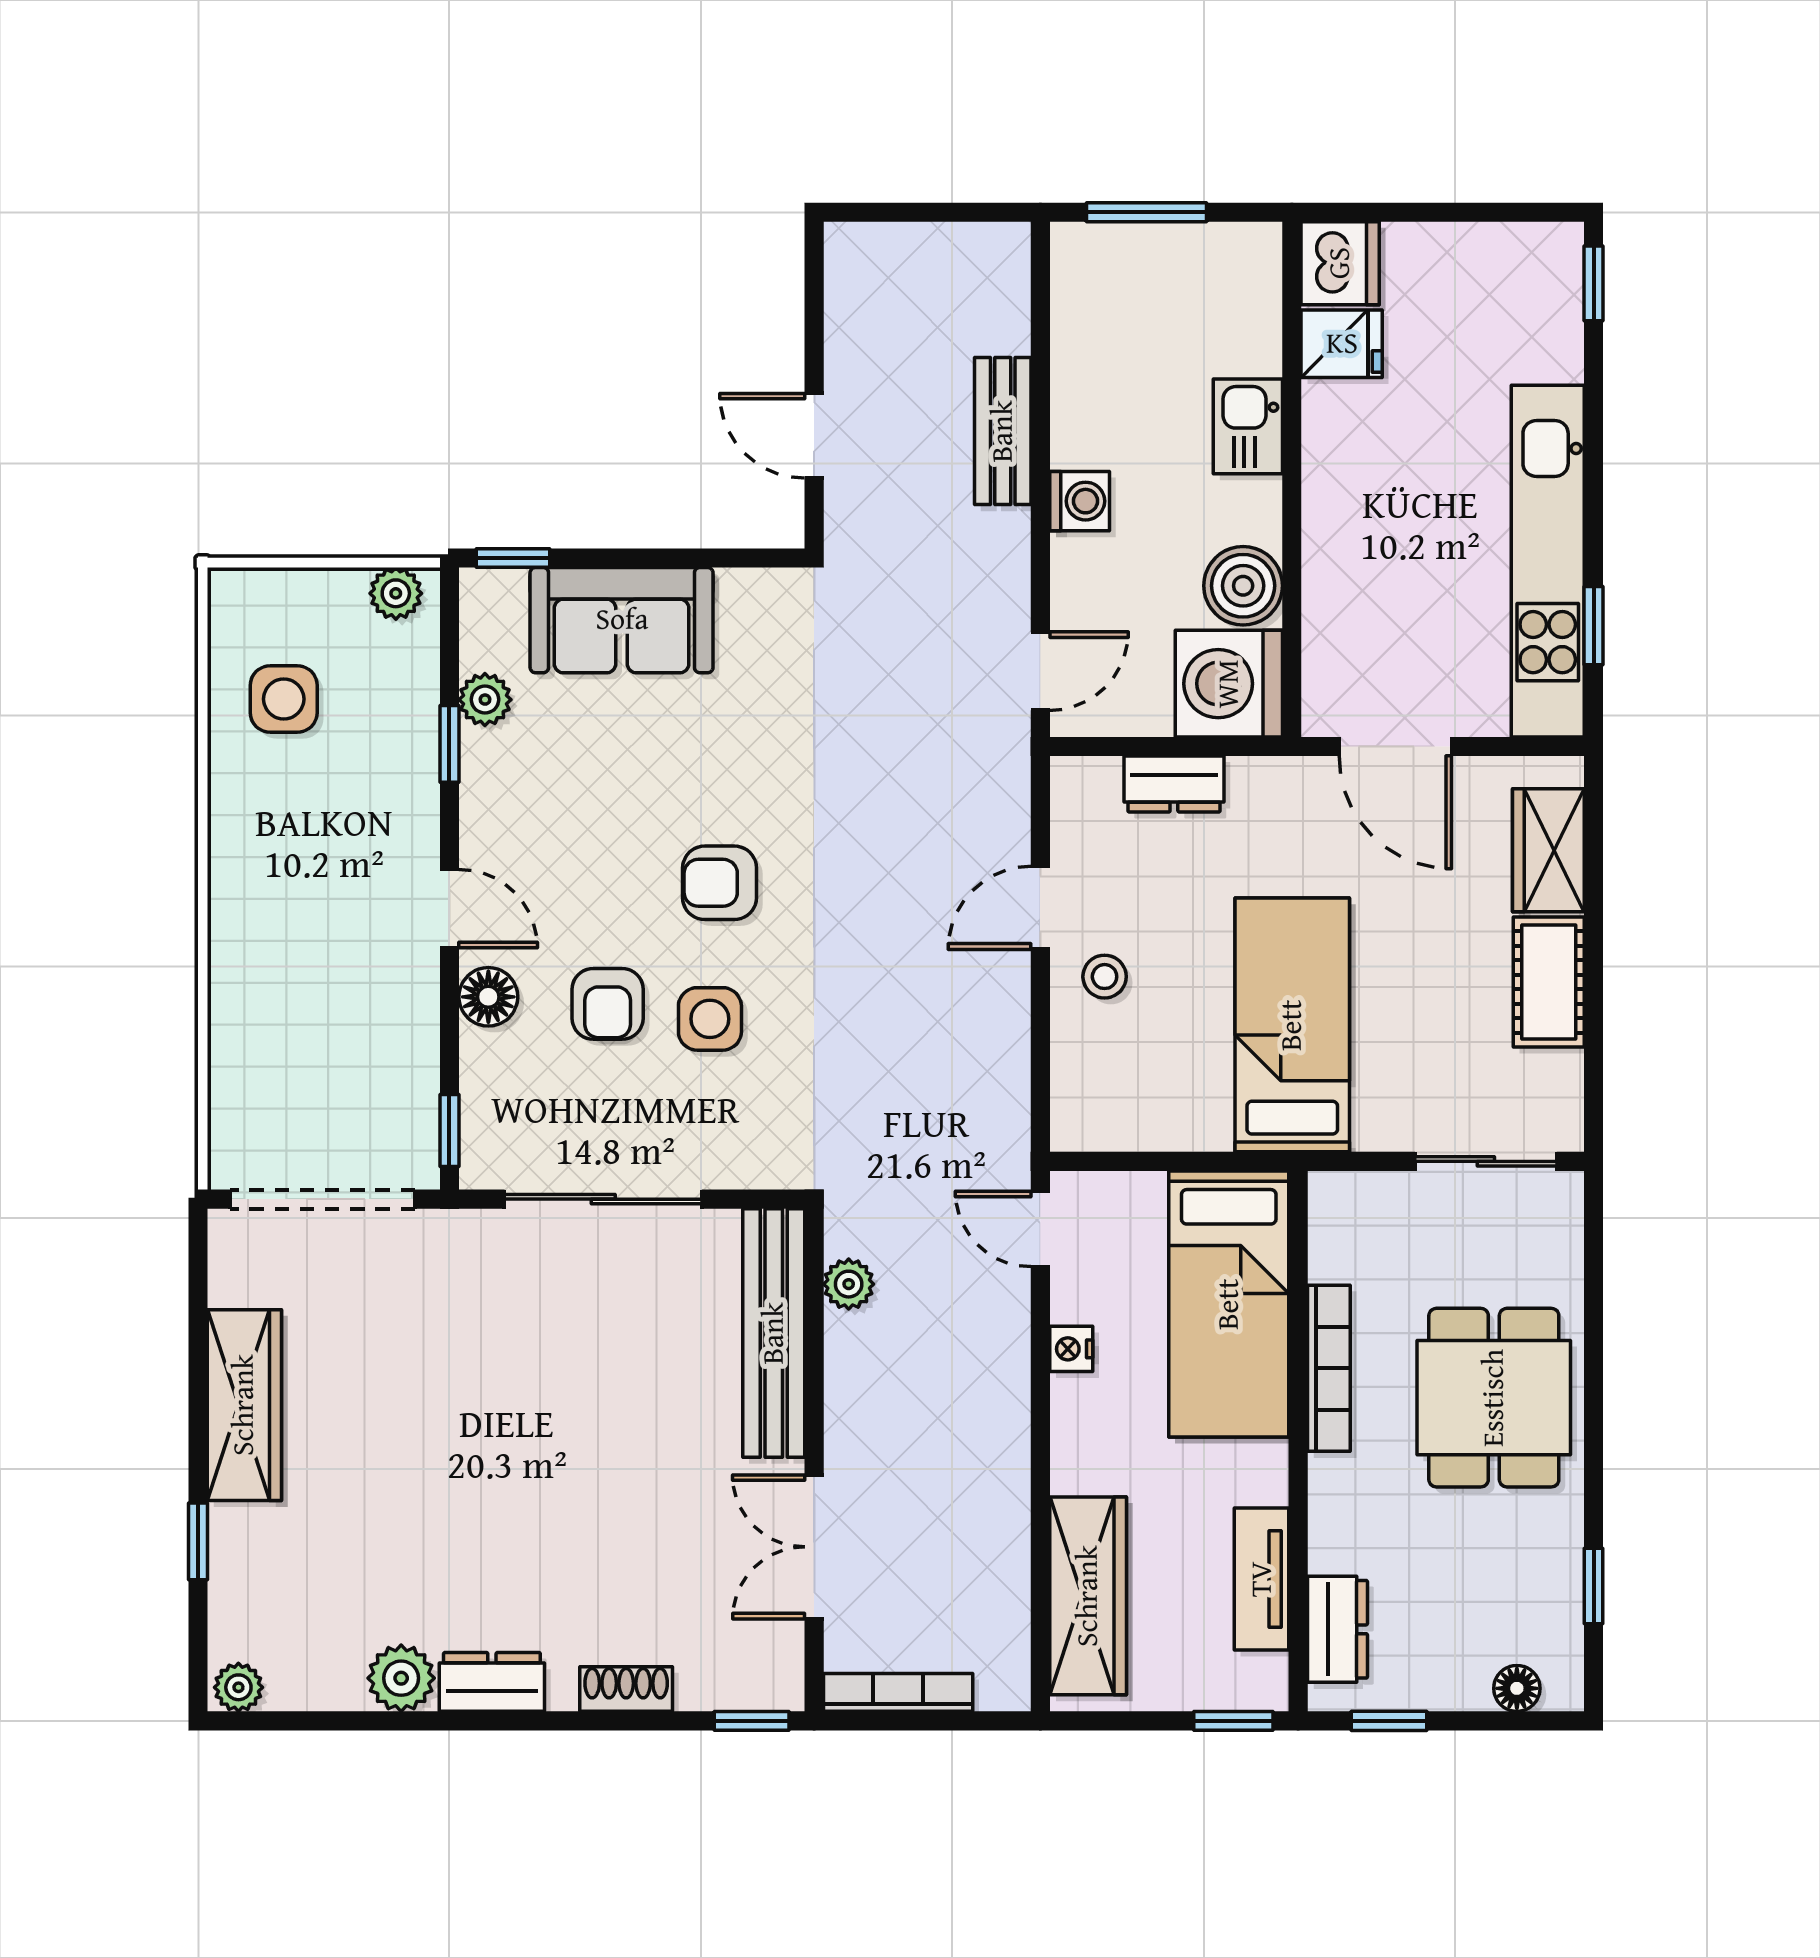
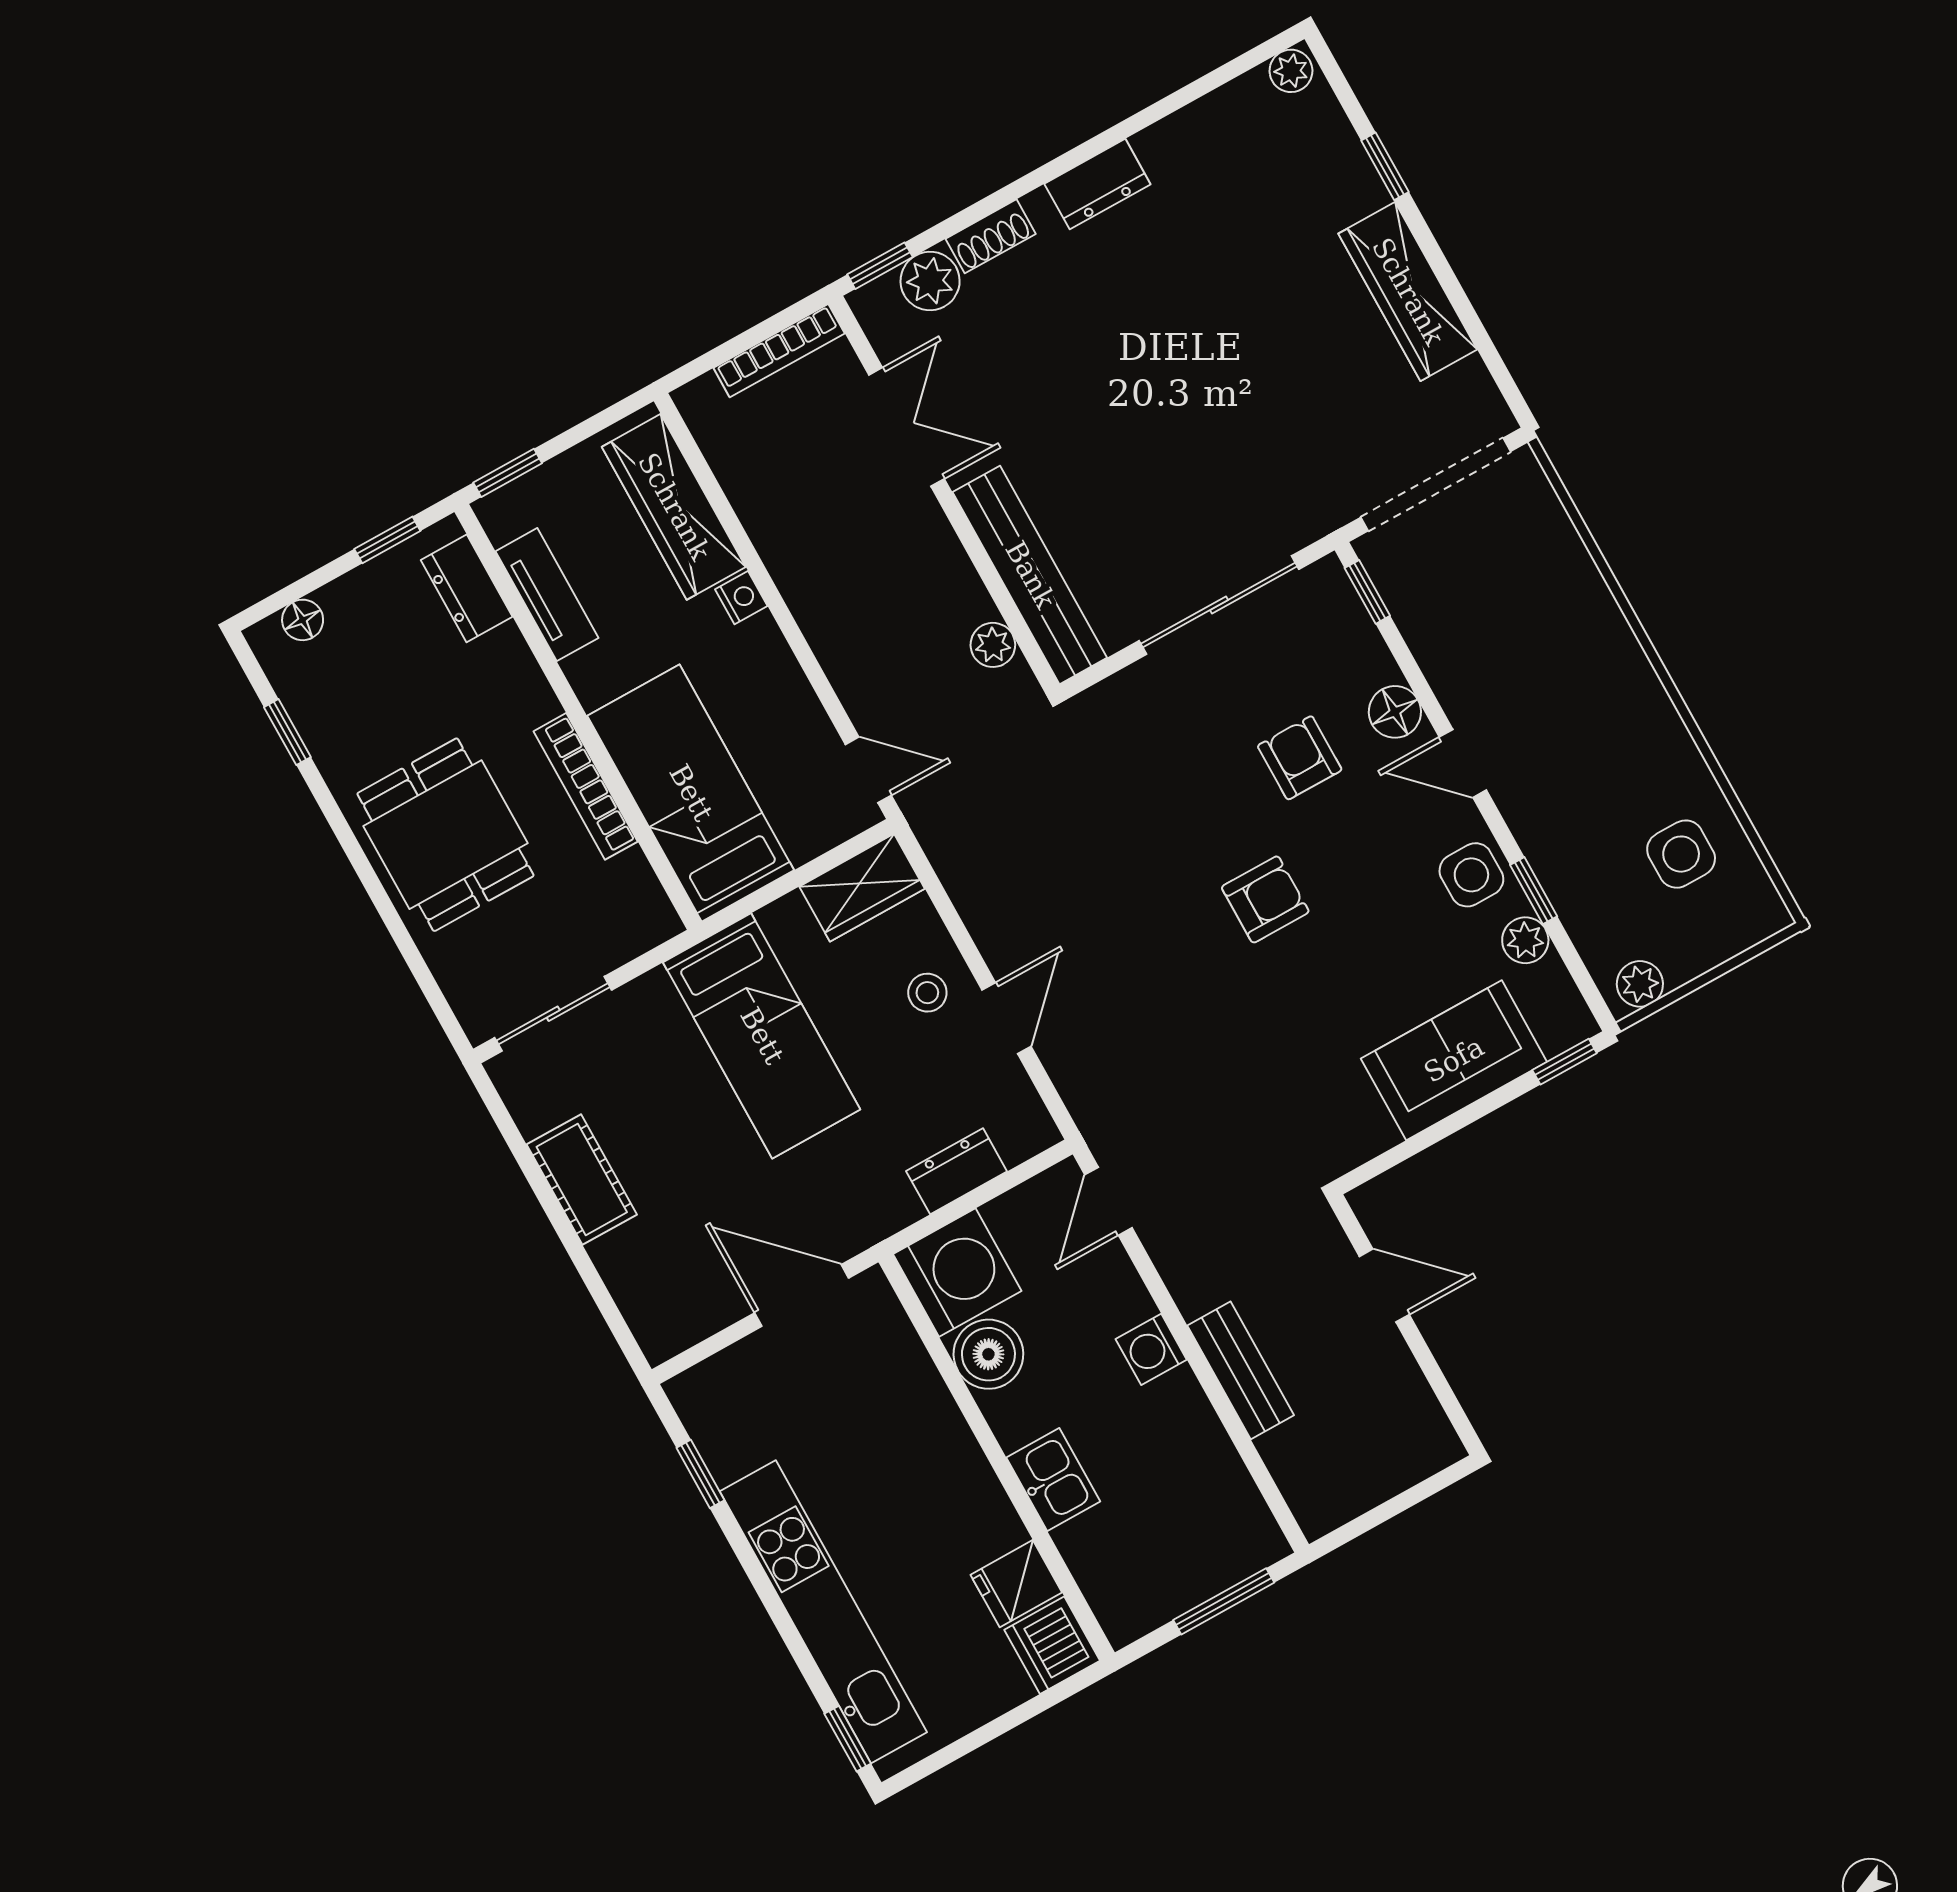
kitchen unit: (1548, 561) -> (823, 1612), moved
wardrobe: (1548, 850) -> (862, 888), moved, turned 90
side table: (710, 1019) -> (1471, 875), moved
nightstand: (1071, 1349) -> (741, 598), moved
plant: (401, 1678) -> (930, 281), moved

